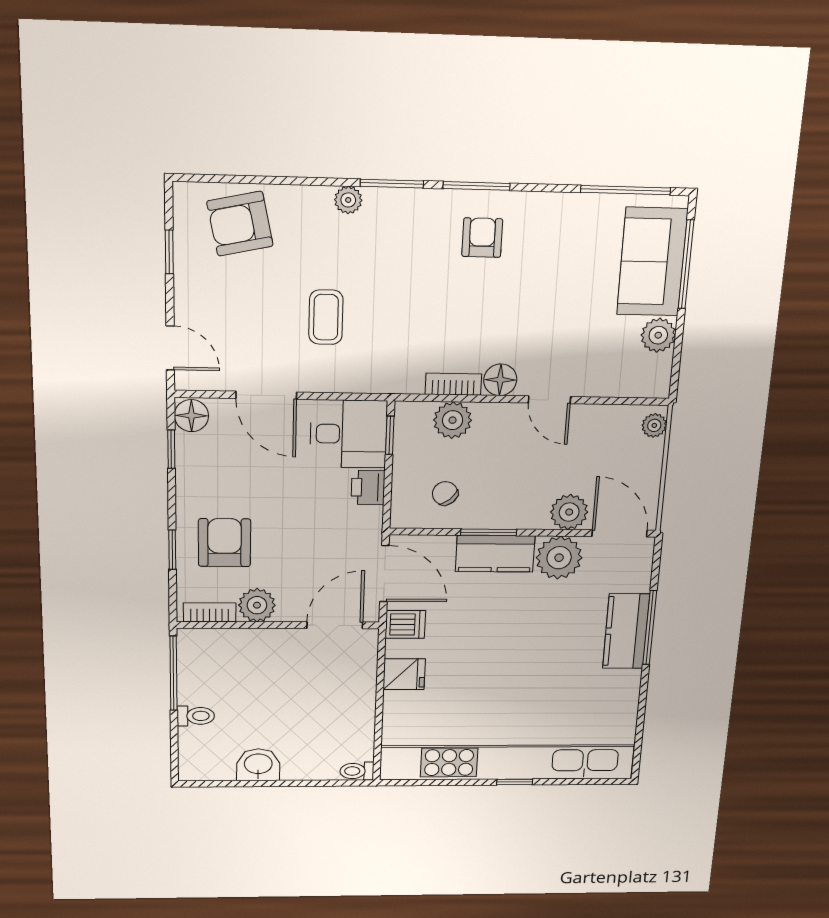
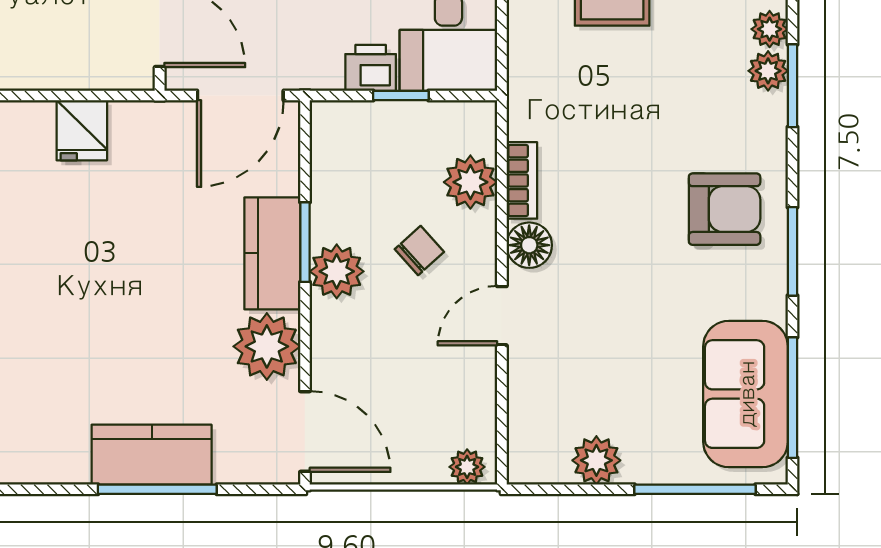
window: (477, 186) -> (792, 251), moved
plant: (380, 202) -> (768, 71), added
armchair: (482, 238) -> (725, 209), width x1.38, depth x1.38
sofa: (652, 262) -> (746, 394), moved, turned -90
window: (390, 435) -> (401, 96), moved
chair: (445, 493) -> (419, 250), moved
plant: (569, 512) -> (337, 271), moved
door: (620, 533) -> (305, 431), hinge flipped
dishwasher: (405, 624) -> (161, 129), removed

